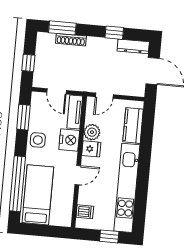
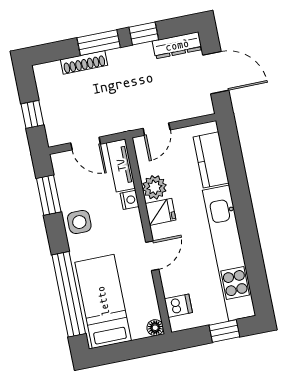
window: (62, 28) -> (99, 43), moved
nightstand: (69, 140) -> (130, 200), width x0.53, depth x0.56
floor lamp: (66, 221) -> (155, 328), added

